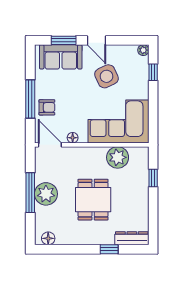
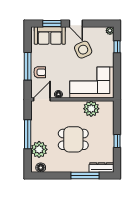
door: (50, 145) -> (42, 99), hinge flipped
window: (153, 178) -> (117, 141), moved
plant: (46, 194) -> (39, 149), moved
dining table: (93, 200) -> (73, 139), turned 90
window: (109, 249) -> (85, 176), width x2.17

